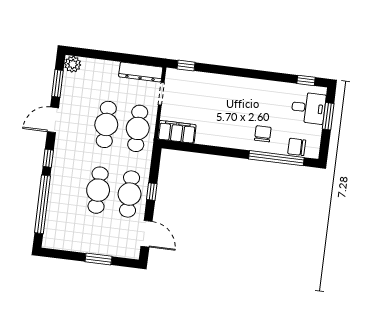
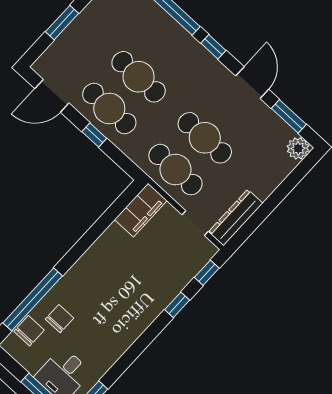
window: (218, 70) -> (177, 305), added
chair: (263, 134) -> (59, 319), moved, turned -90

